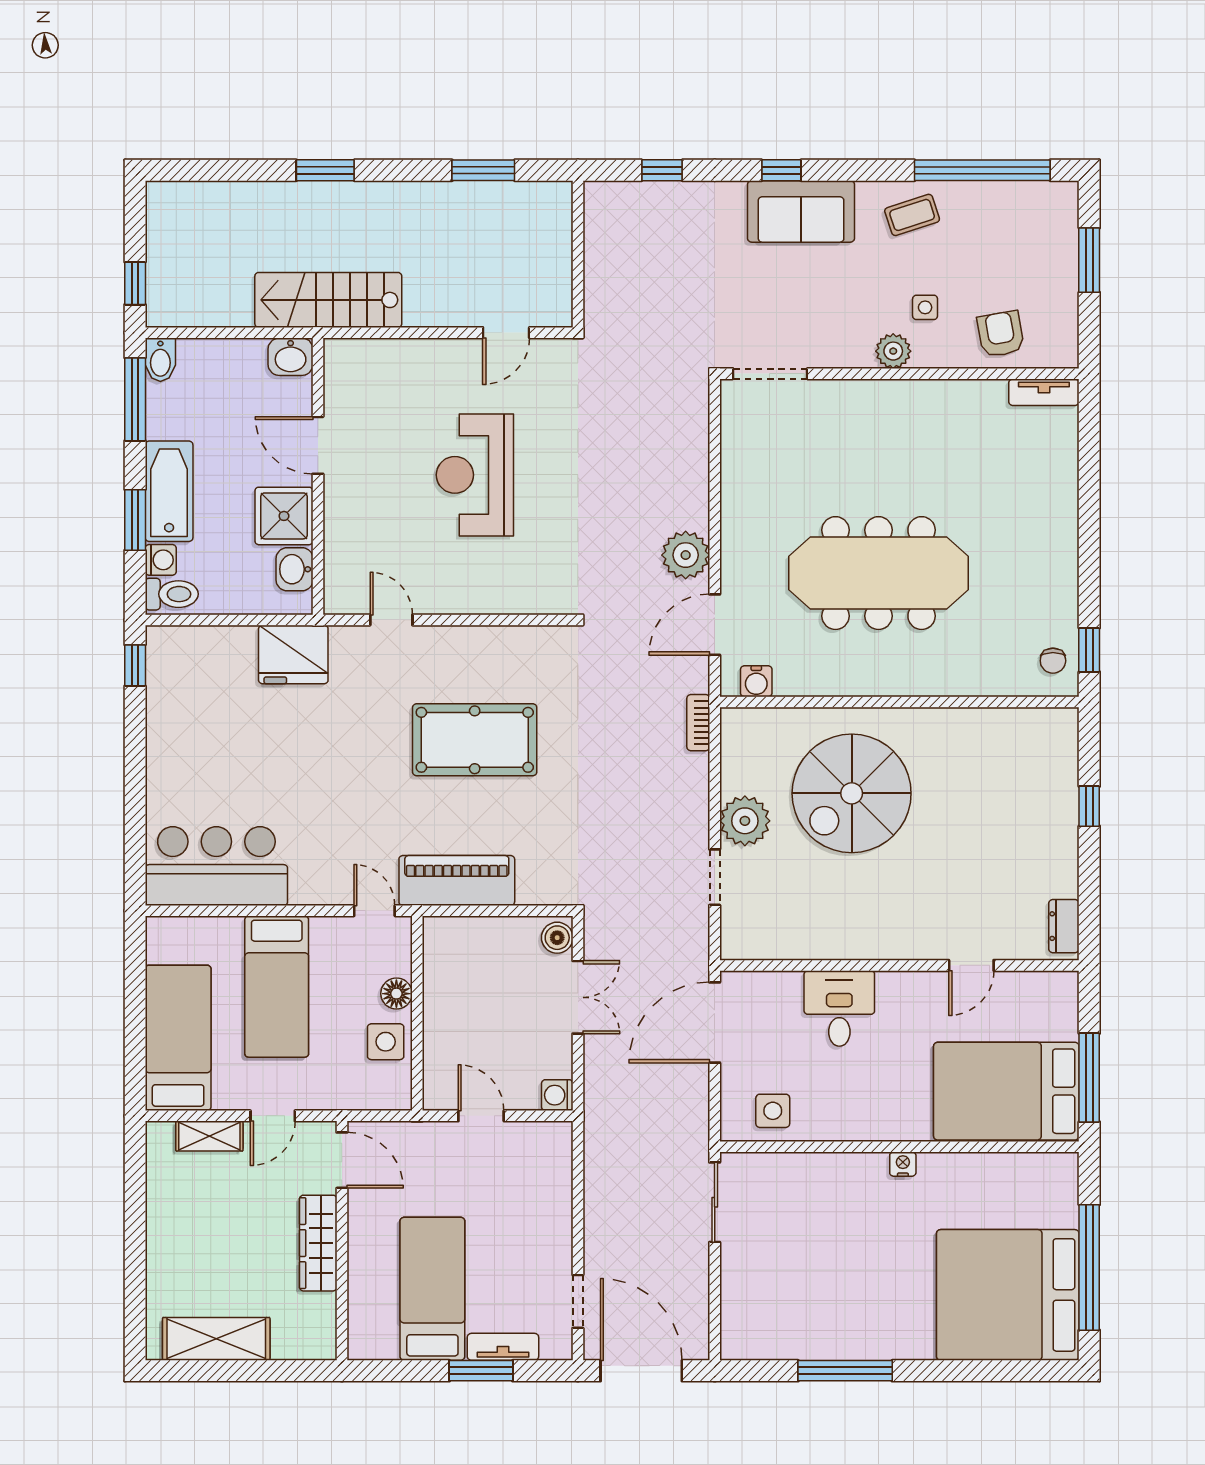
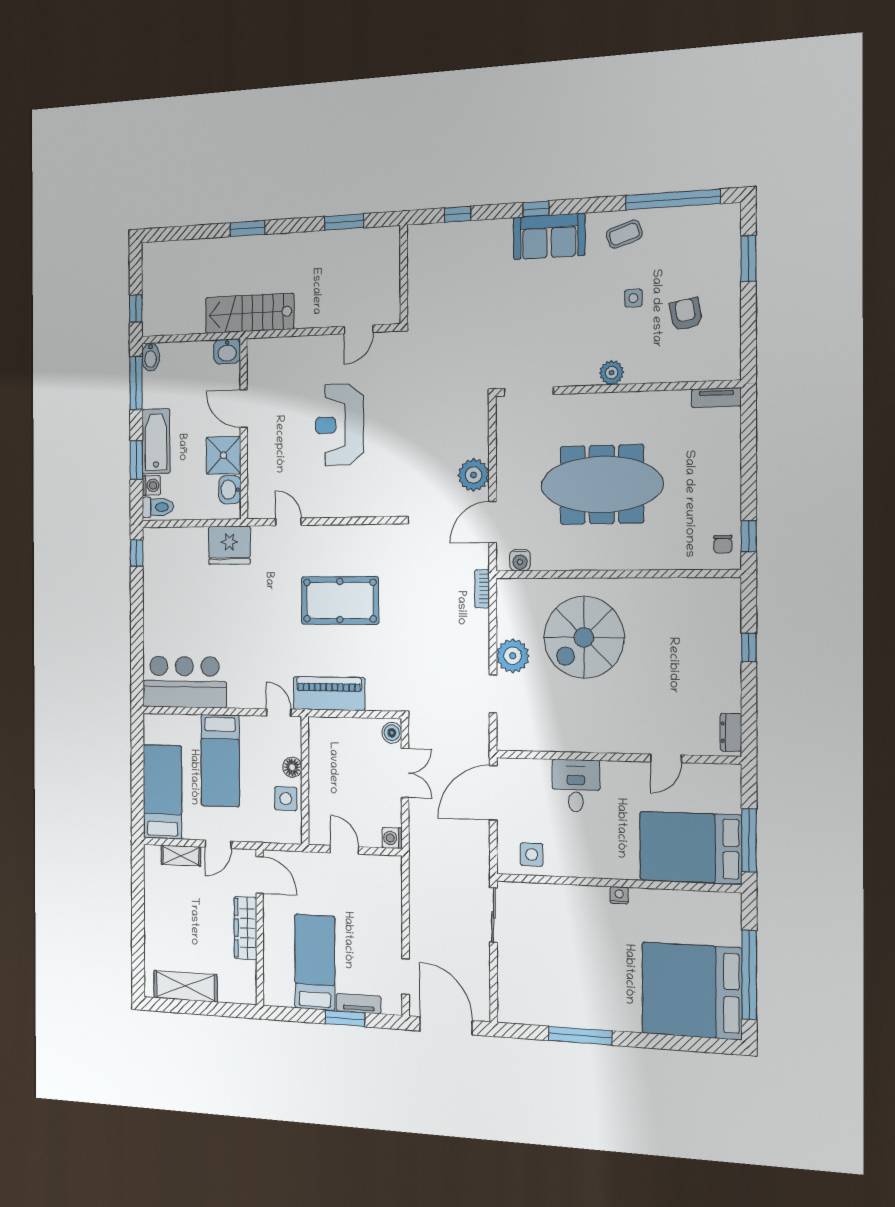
plant: (893, 351) -> (612, 373), moved
doorway: (770, 374) -> (529, 392), moved
wall: (899, 374) -> (616, 388), moved
tv unit: (1044, 392) -> (716, 398), moved

